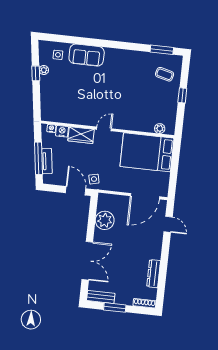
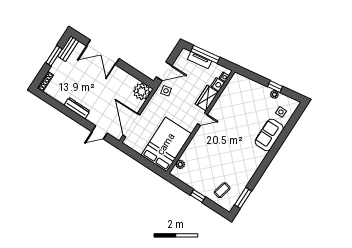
door: (104, 129) -> (203, 119), hinge flipped
plant: (105, 220) -> (142, 91), moved
dresser: (154, 274) -> (77, 108), moved

